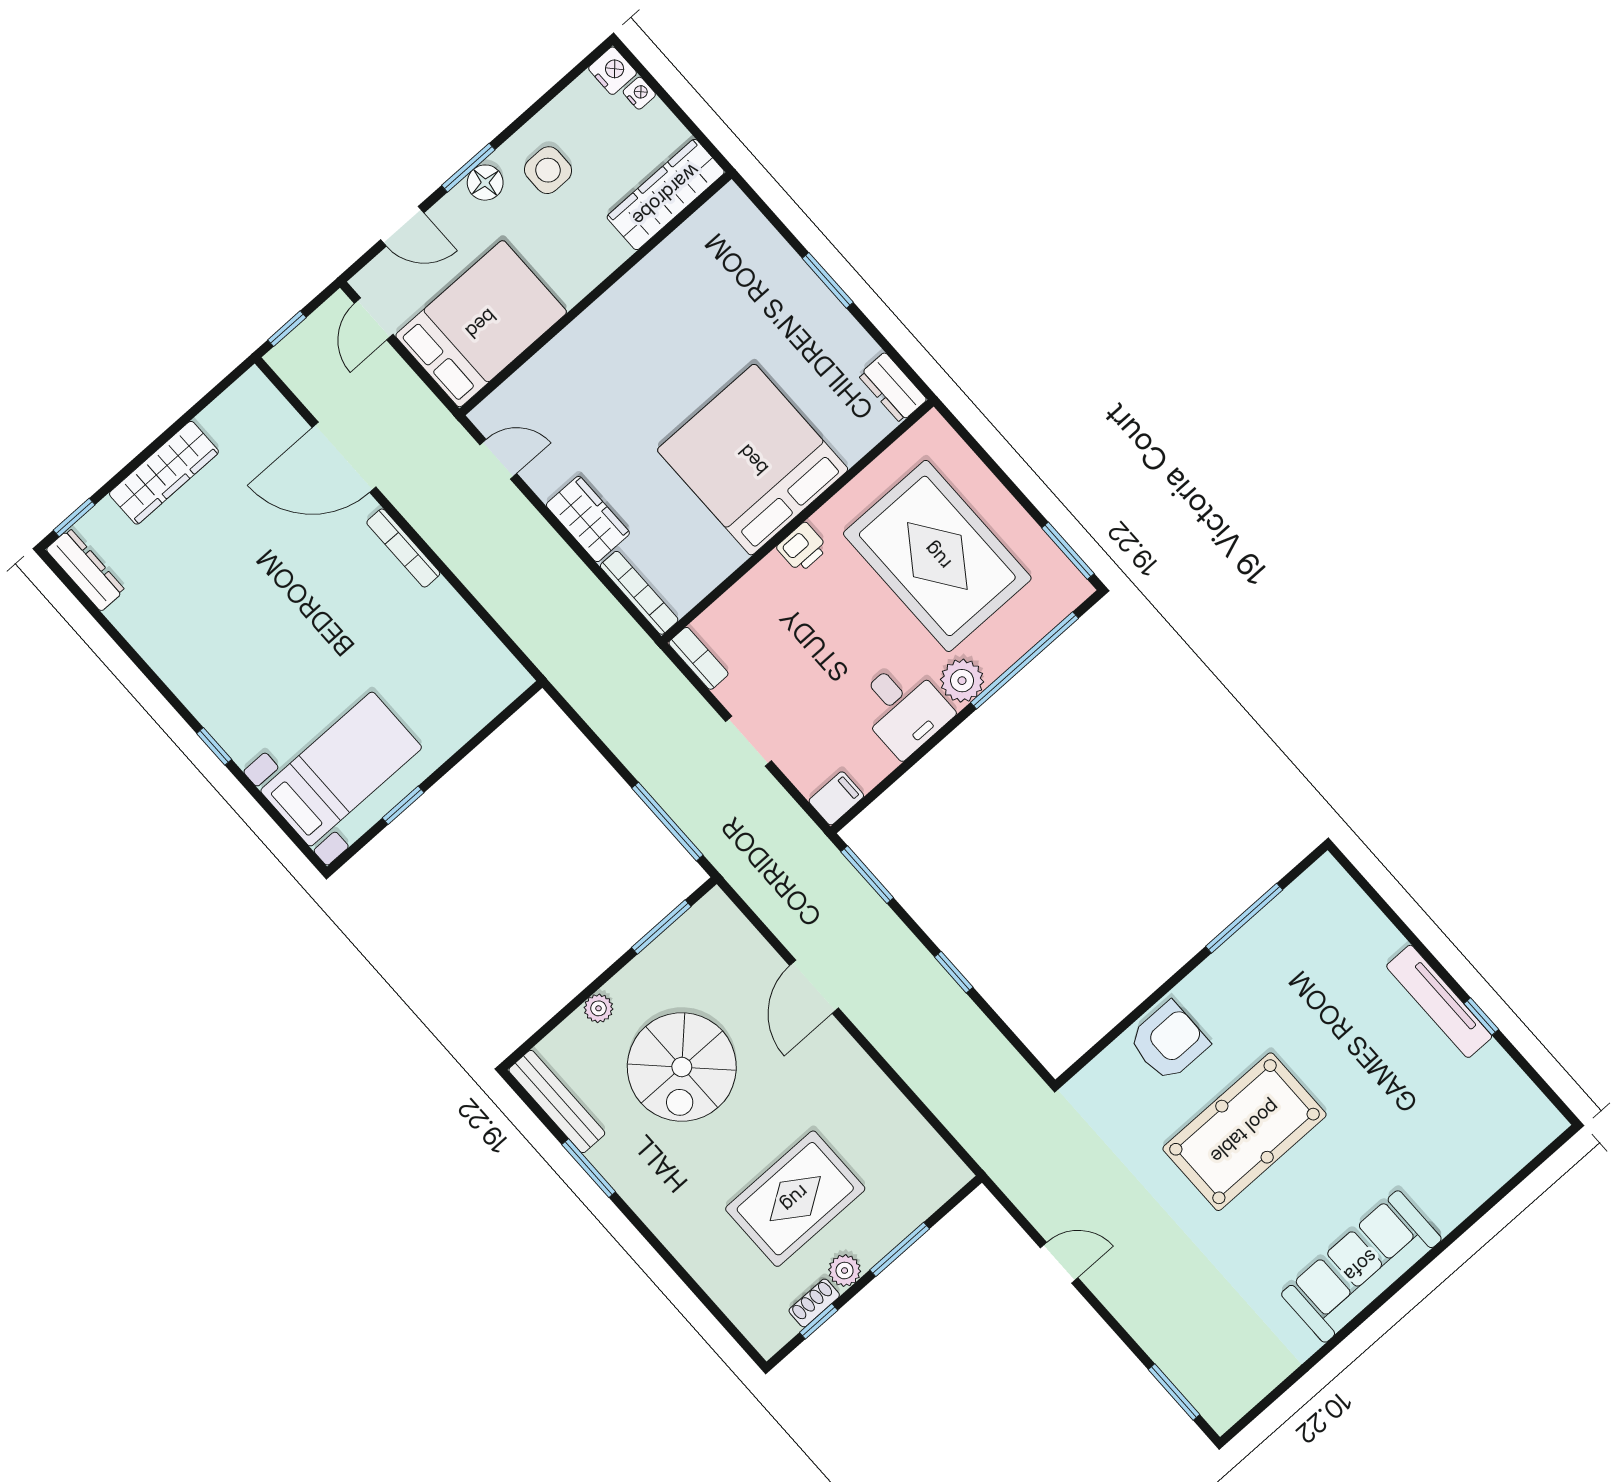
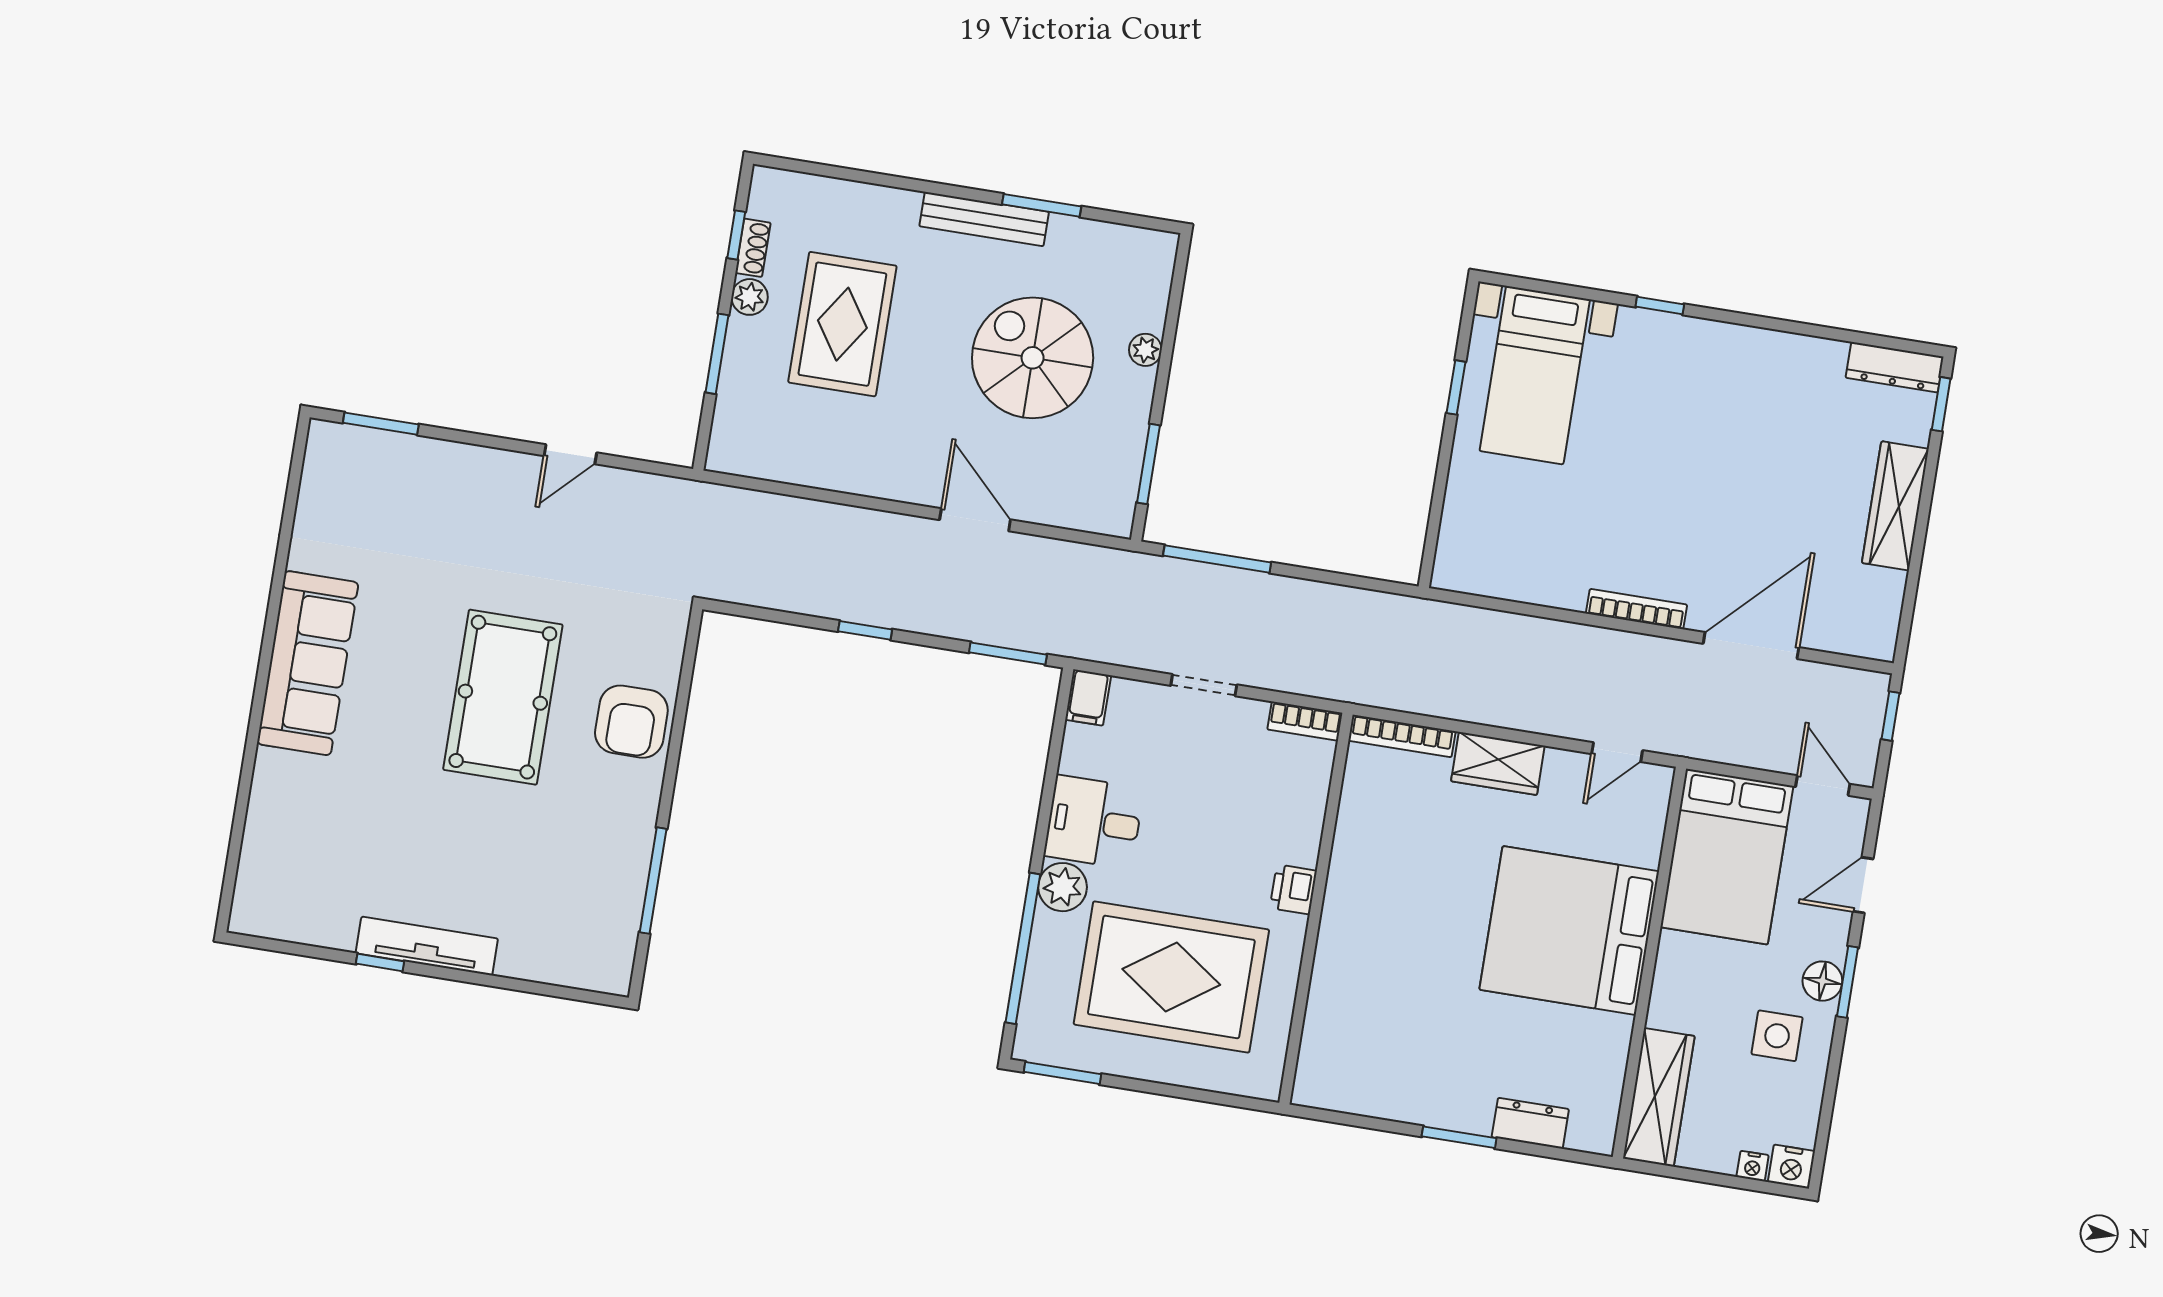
dresser: (893, 388) -> (1530, 1123), moved
bed: (753, 460) -> (1569, 931), moved, turned 180
bench: (557, 1102) -> (984, 219), moved

